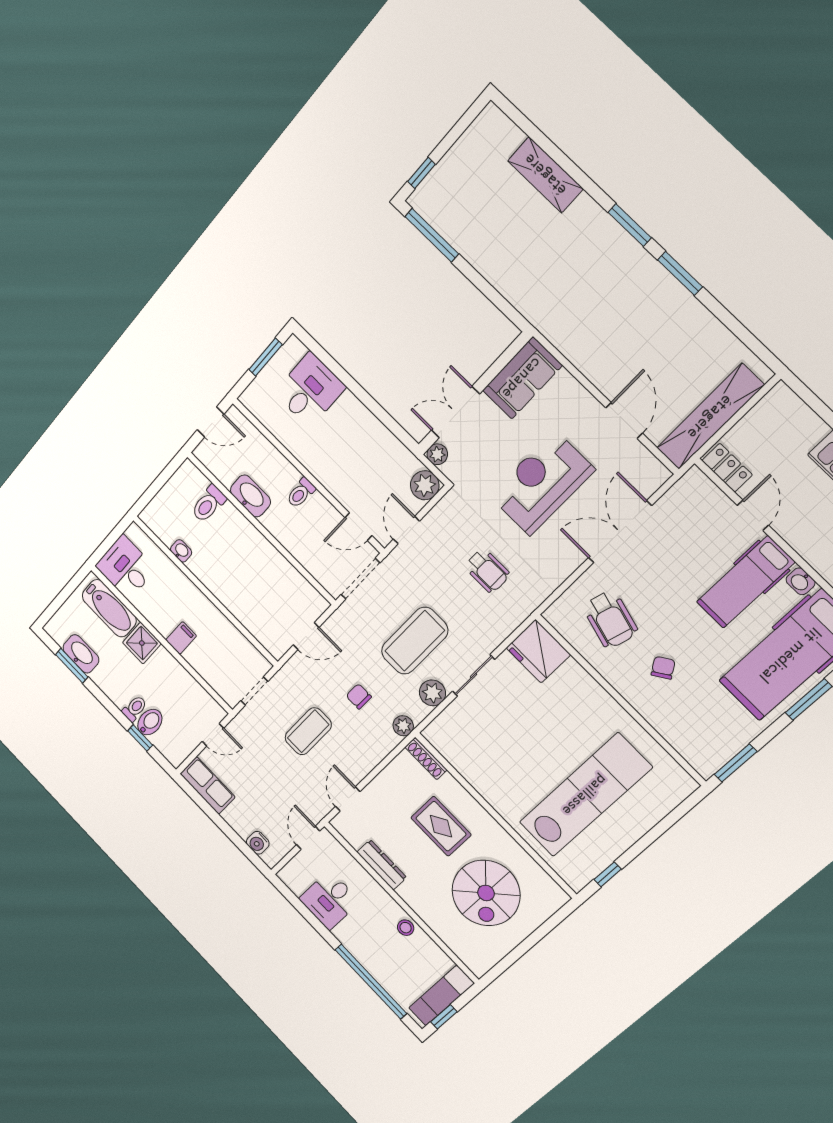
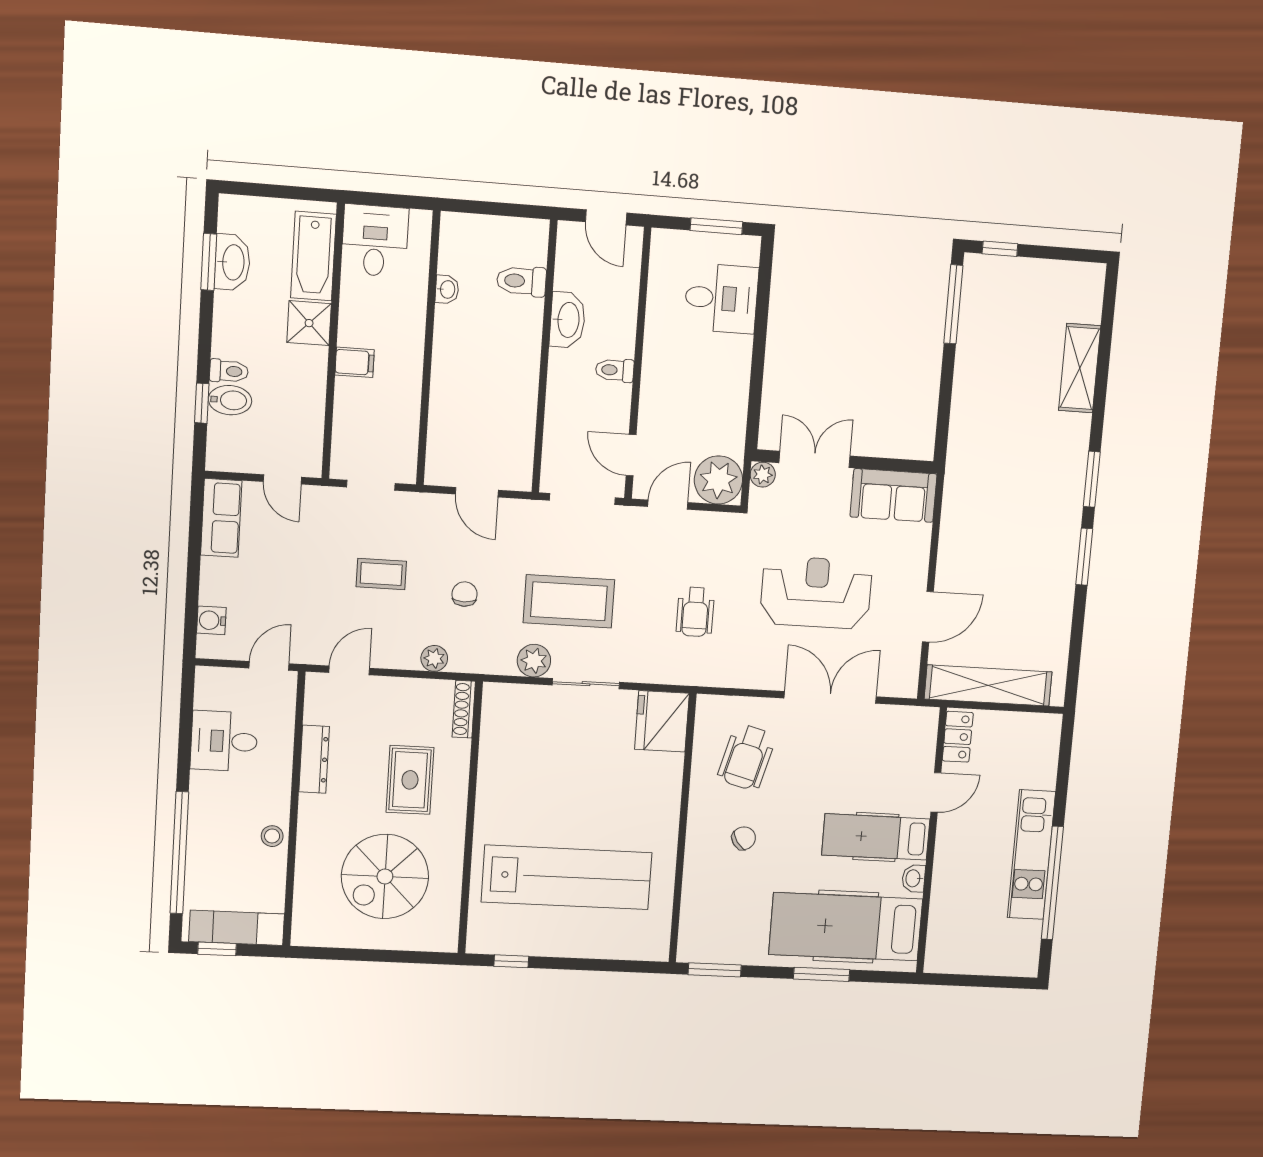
plant: (425, 485) -> (718, 480), width x1.36, depth x1.36
plant: (403, 726) -> (434, 658), moved
coffee table: (308, 731) -> (381, 574), width x0.73, depth x0.77

